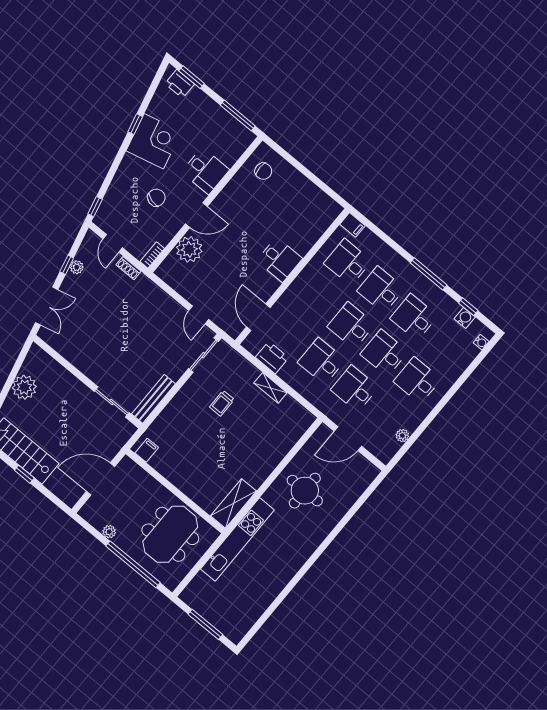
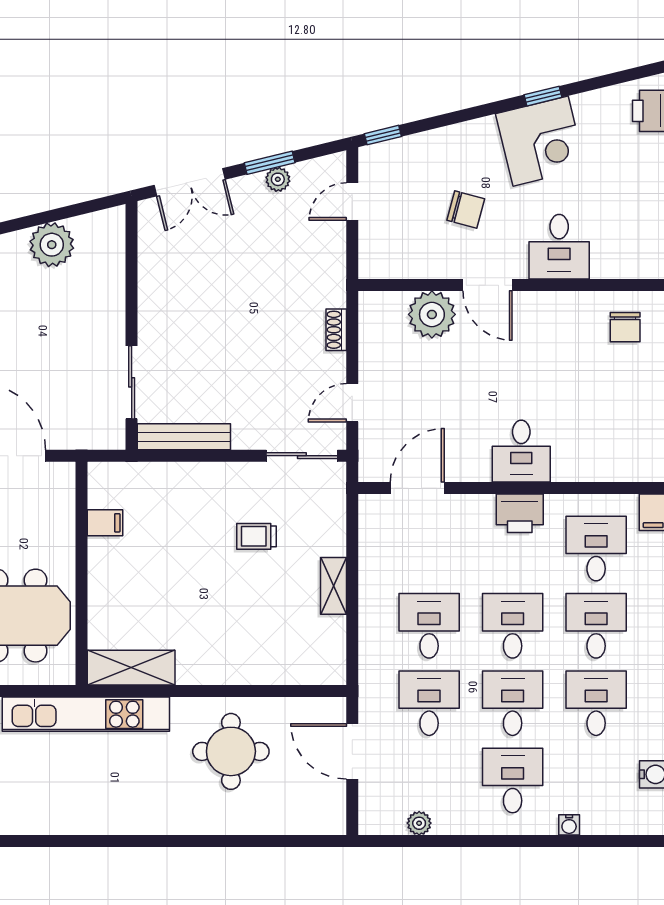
bookcase: (152, 255) -> (382, 270), removed
window: (67, 265) -> (270, 163), width x1.50
shoe rack: (128, 268) -> (336, 330), moved
water cooler: (481, 342) -> (569, 825), moved
printer: (272, 358) -> (520, 513), moved, turned 90
filing cabinet: (147, 450) -> (105, 523), moved

